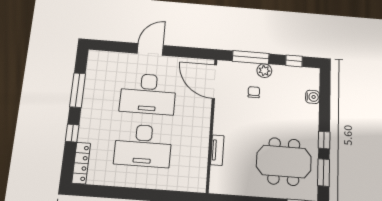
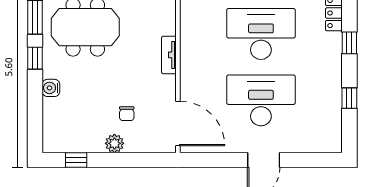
window: (251, 57) -> (133, 160), removed
window: (78, 90) -> (349, 98), width x0.46
water cooler: (313, 97) -> (51, 88), moved
tv unit: (217, 150) -> (169, 55), moved

